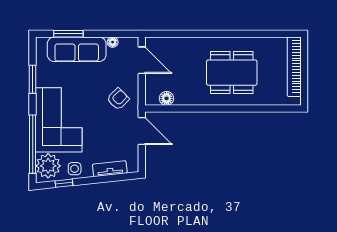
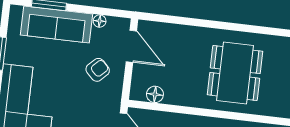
dining table: (232, 73) -> (235, 73), turned 90
armchair: (118, 99) -> (98, 70), moved

